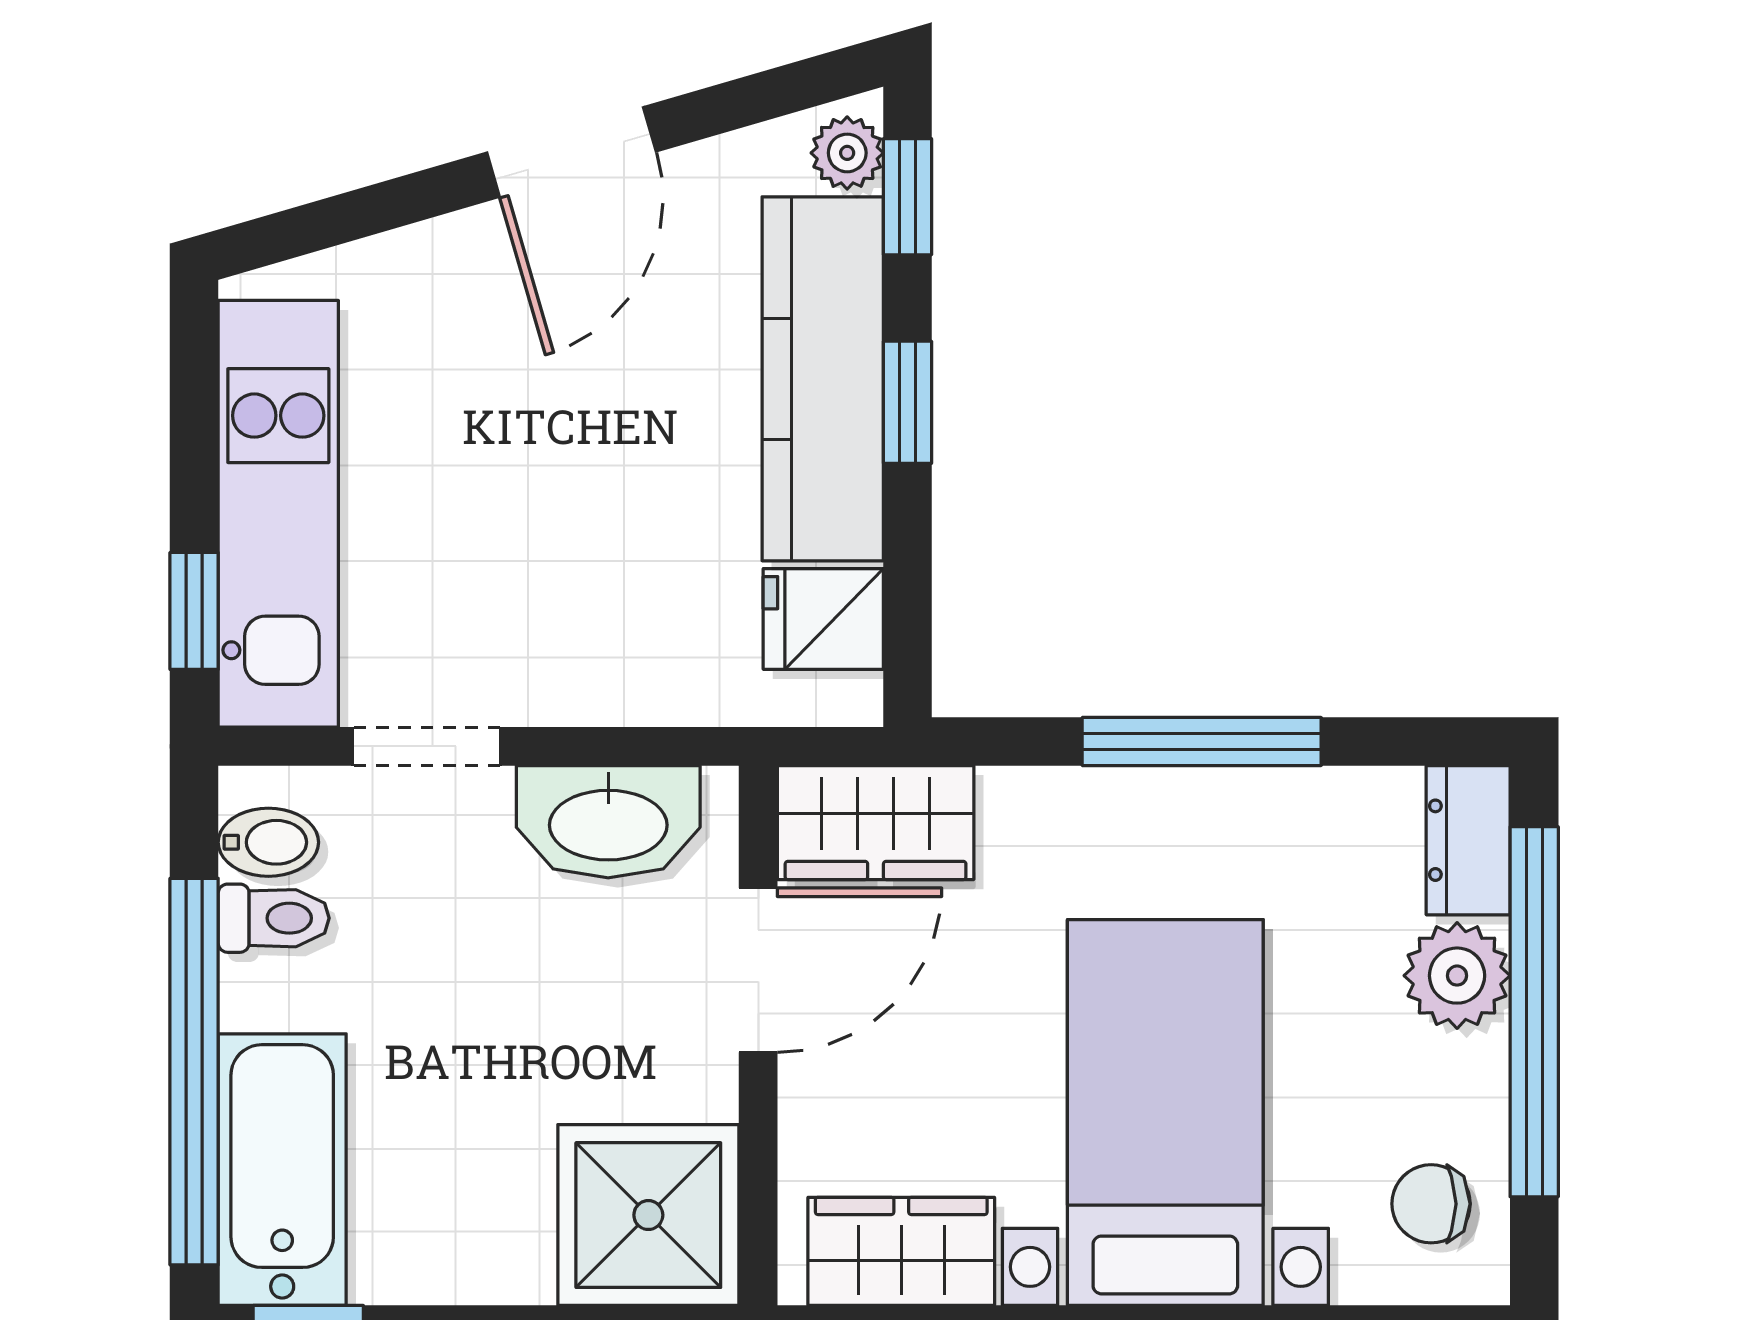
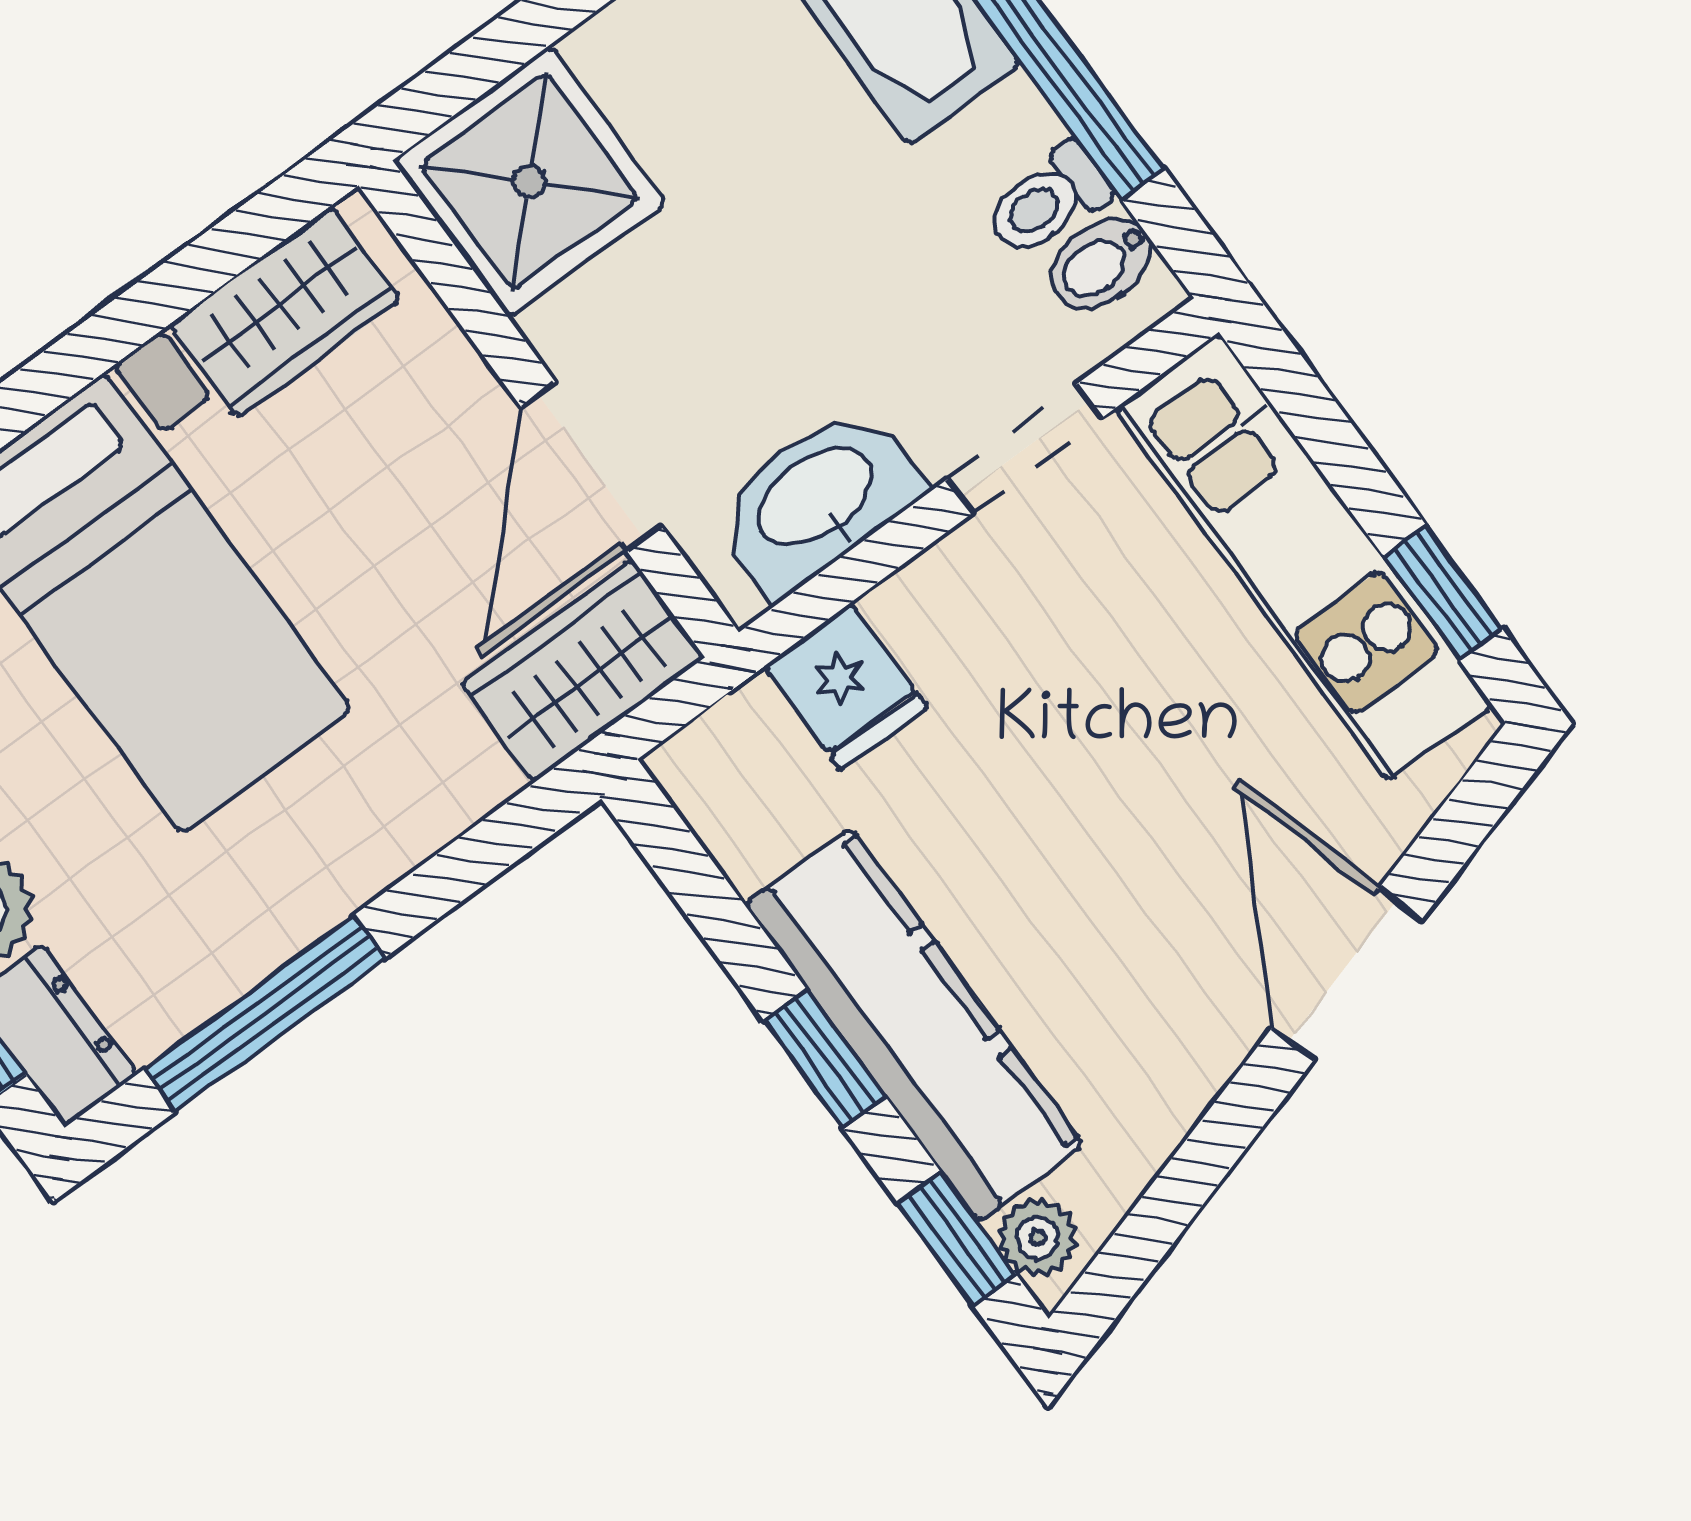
door: (571, 152) -> (1347, 974), moved
window: (194, 611) -> (1443, 593), moved
fridge: (823, 619) -> (846, 687), moved, turned 90
window: (1202, 742) -> (265, 1013), moved

